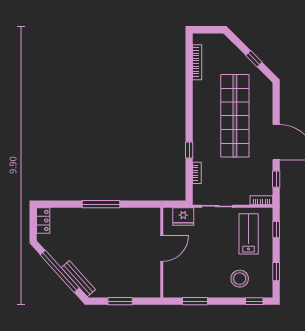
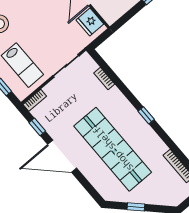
window: (189, 150) -> (146, 115), moved
fridge: (183, 216) -> (90, 22), moved, turned -90

